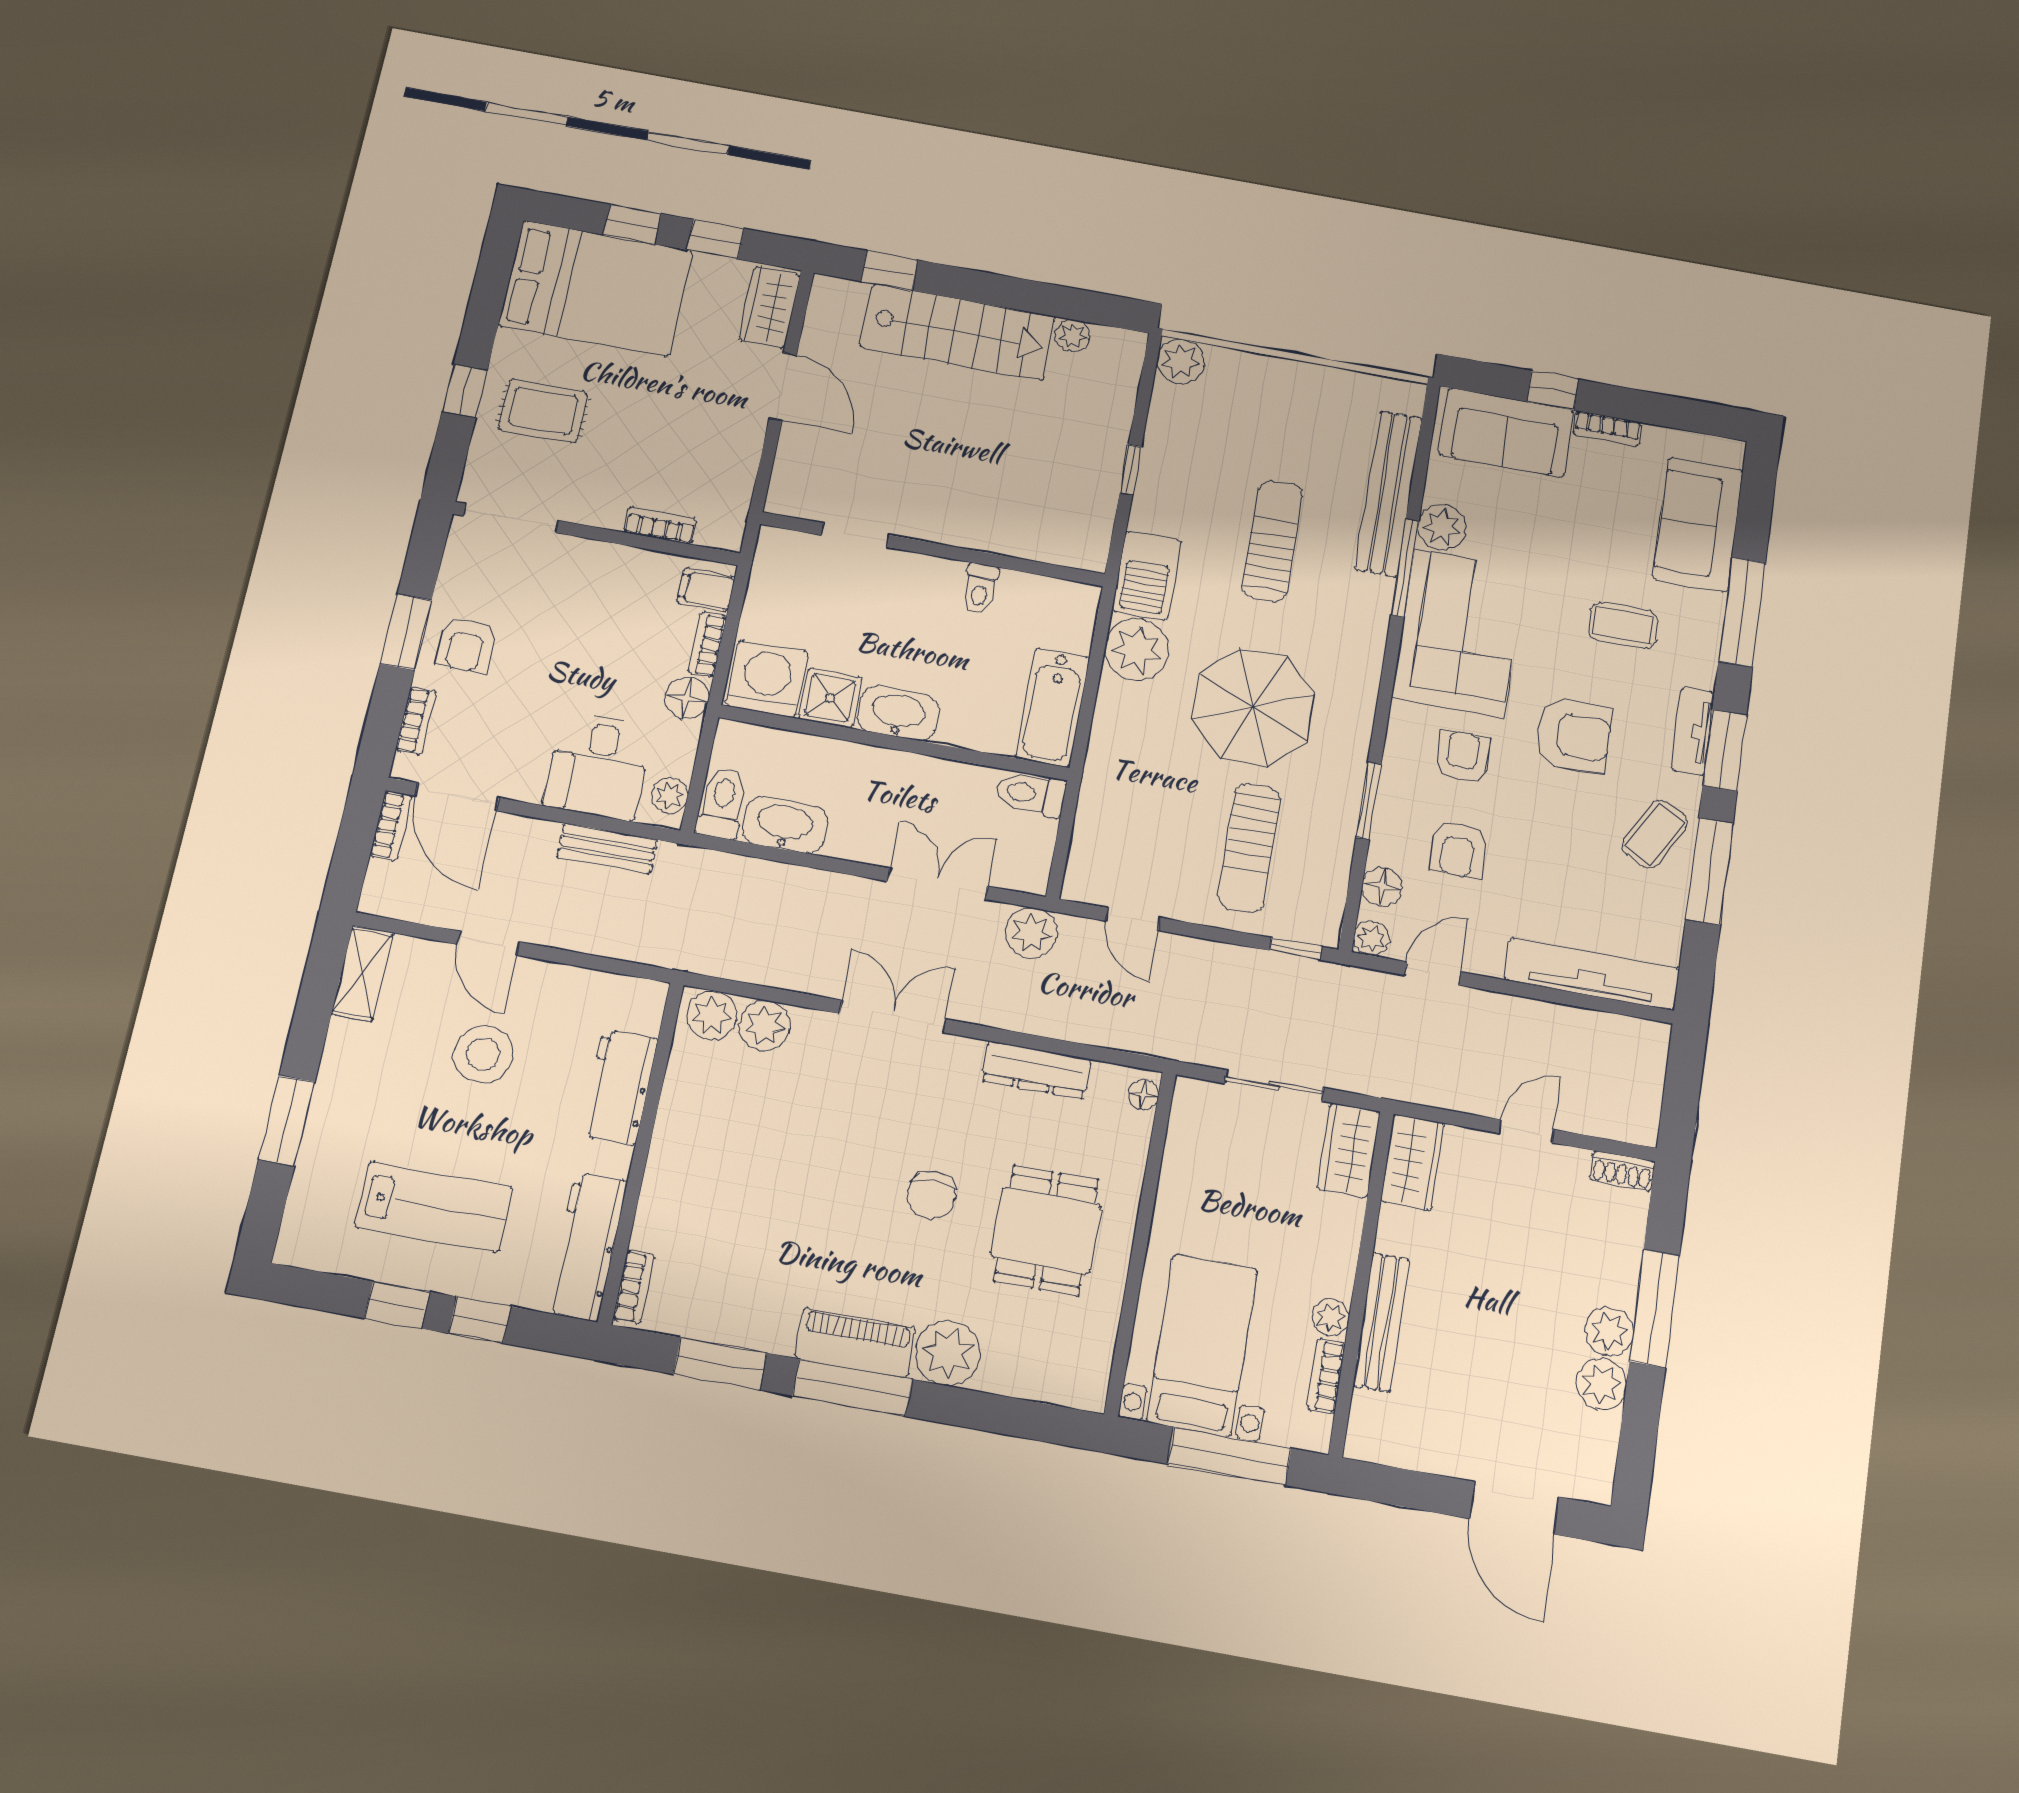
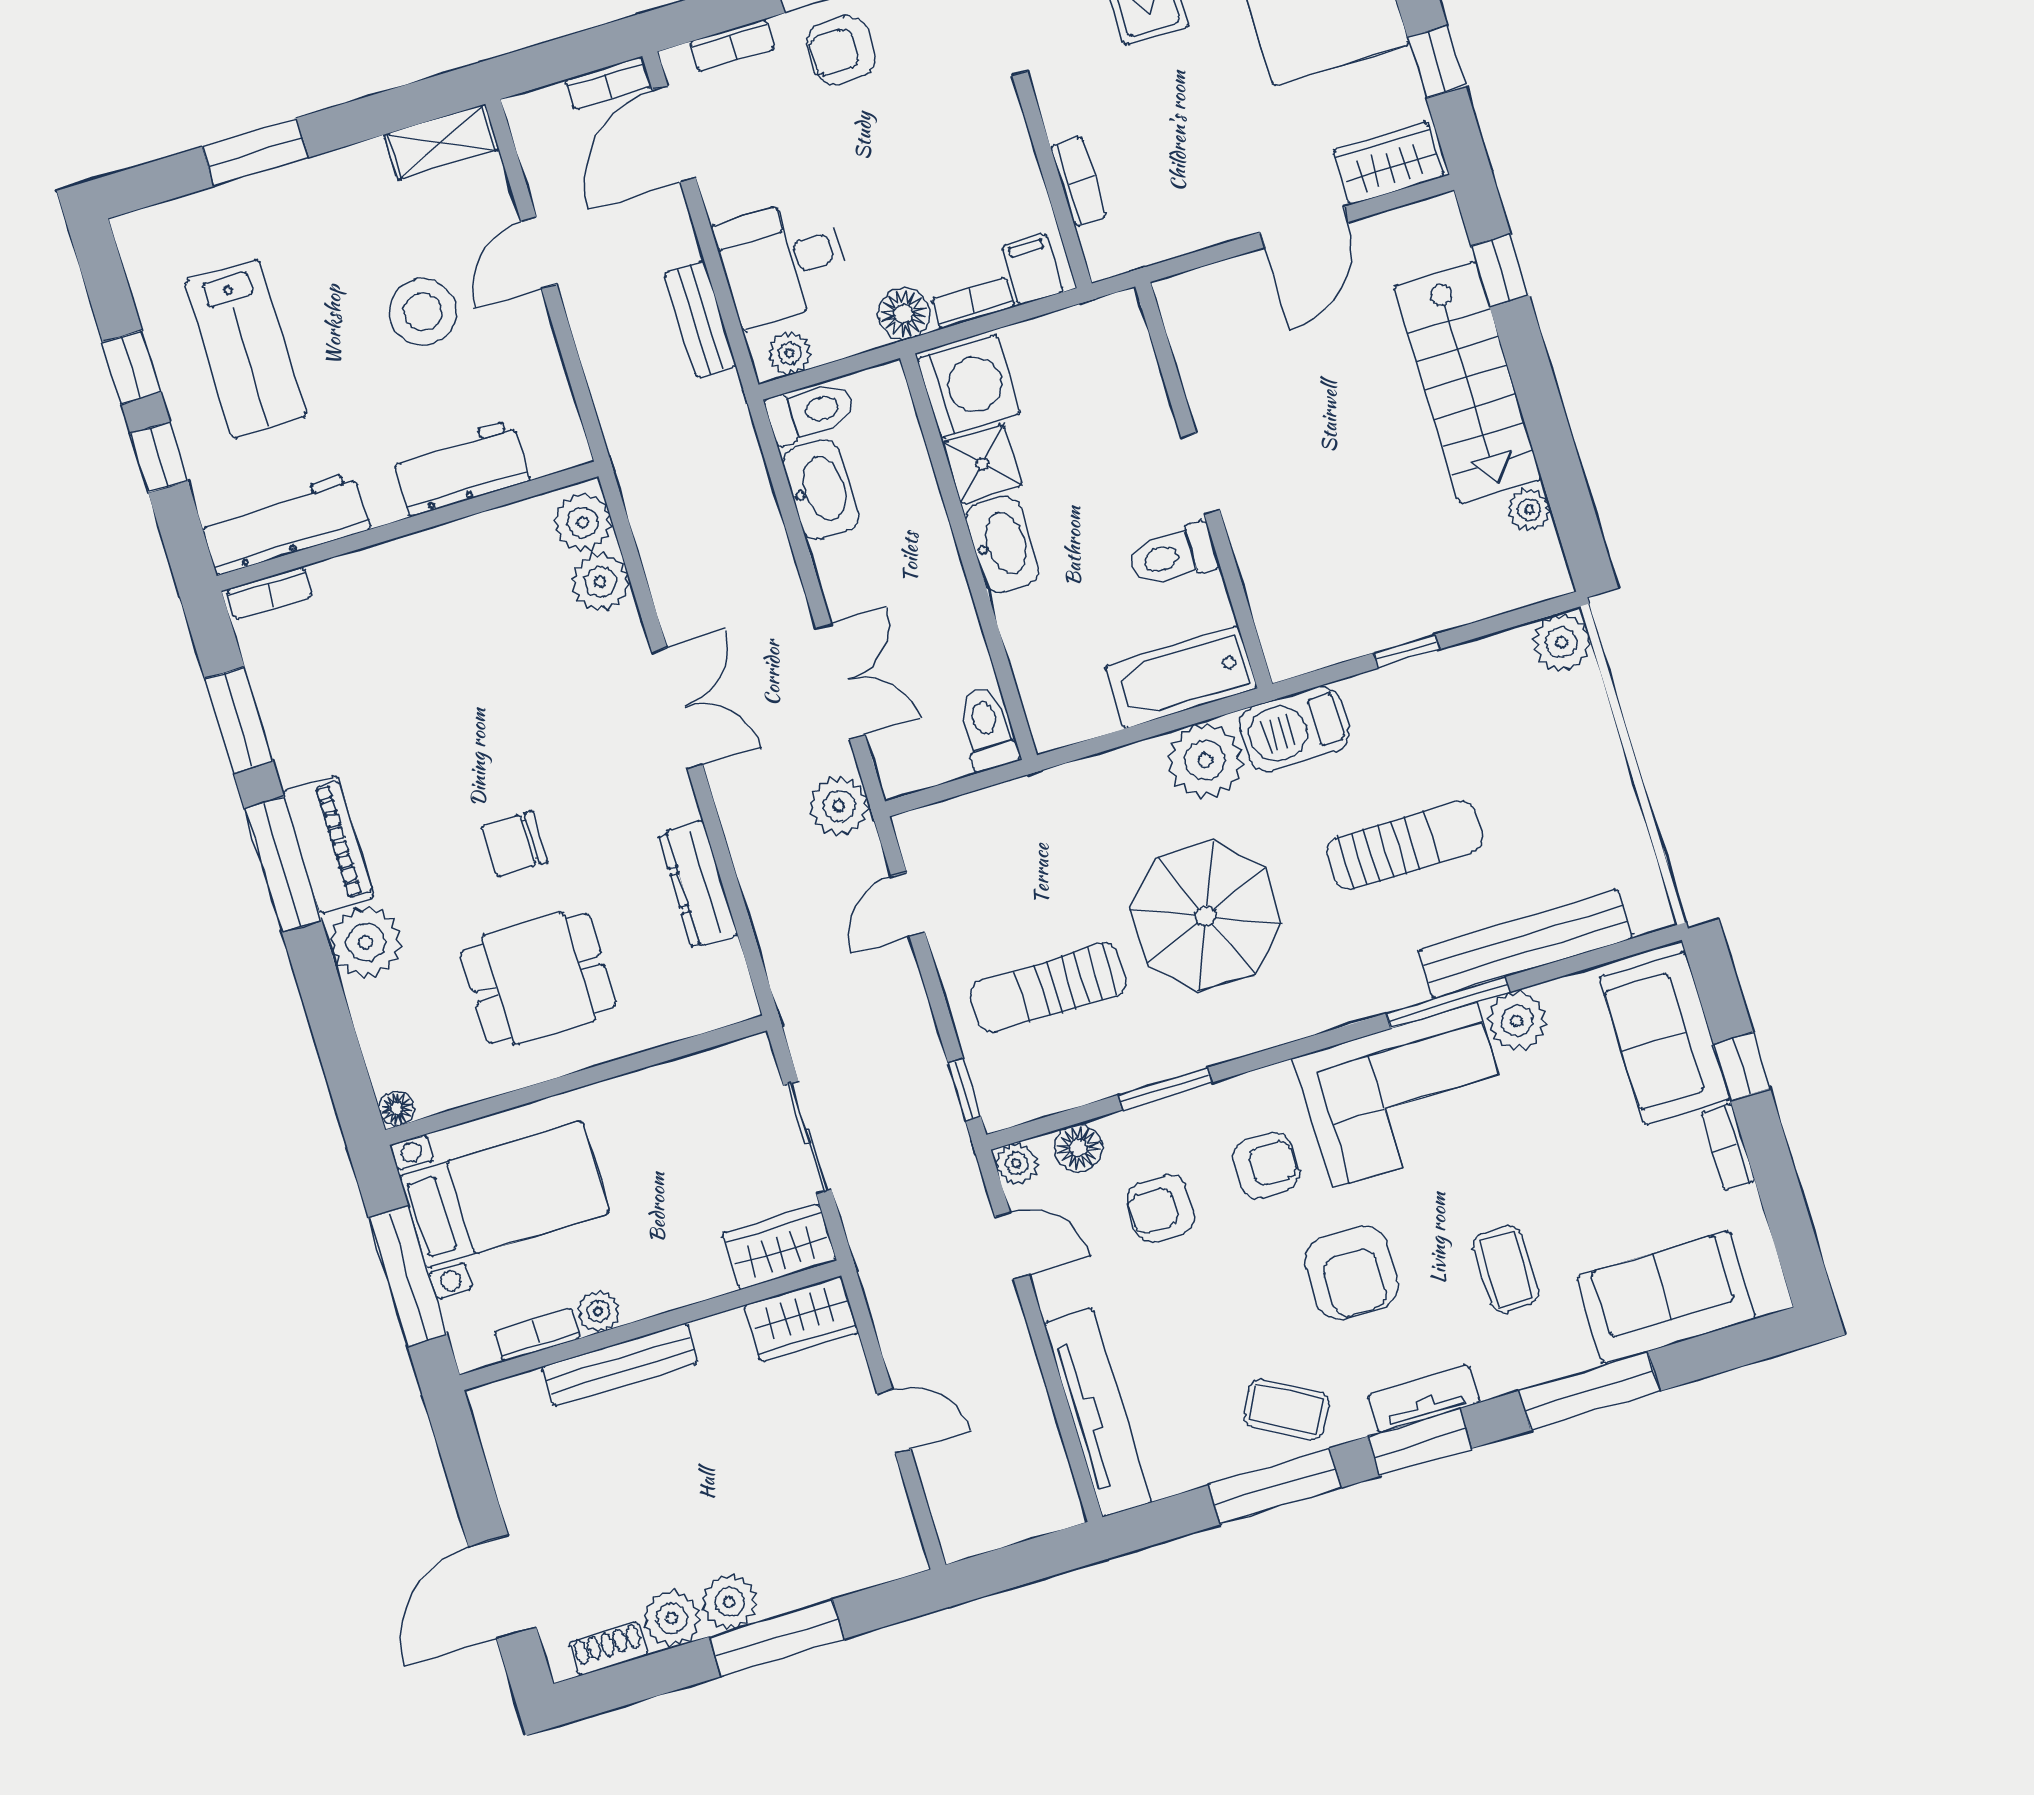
doorway: (855, 535) -> (1200, 474), moved
toilet: (980, 589) -> (1173, 556), width x1.37, depth x1.39
bathtub: (1053, 707) -> (1181, 677), moved
floor lamp: (1143, 1094) -> (397, 1108), moved
shoe rack: (1622, 1171) -> (609, 1649), moved, turned 90

